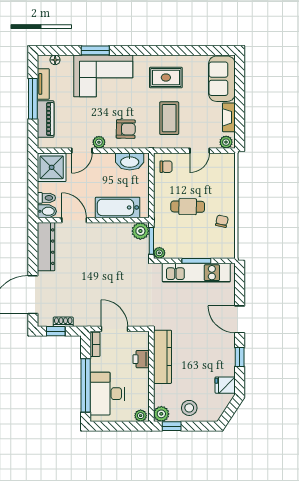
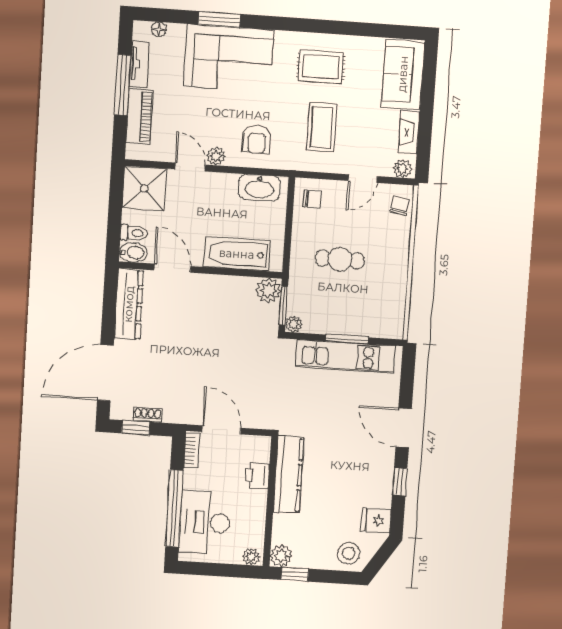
armchair: (126, 129) -> (257, 139), turned 89
door: (82, 151) -> (190, 167), swing flipped
chair: (222, 221) -> (400, 206), moved
stool: (189, 408) -> (349, 553), moved

